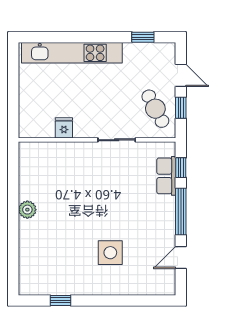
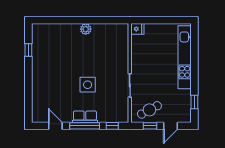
fridge: (64, 128) -> (137, 29), moved
row of seats: (166, 176) -> (85, 117), moved
side table: (110, 253) -> (88, 85), moved

